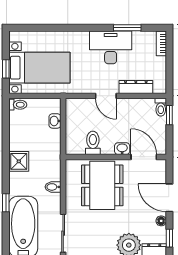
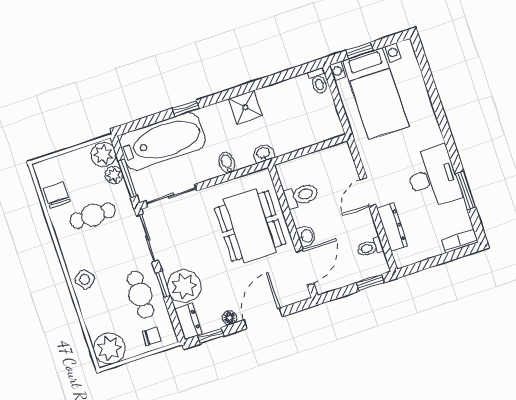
toilet: (161, 107) -> (370, 248), moved
washbasin: (55, 121) -> (263, 153), moved
dining table: (102, 185) -> (250, 226), turned 90

